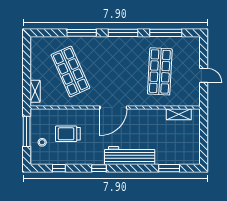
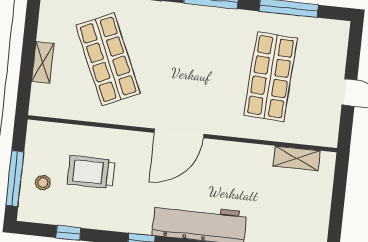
shelving: (35, 91) -> (43, 62), moved
window: (27, 131) -> (15, 179), moved

